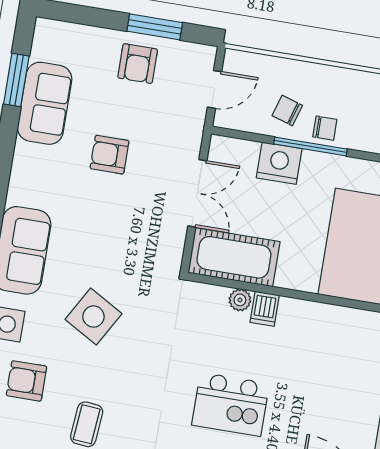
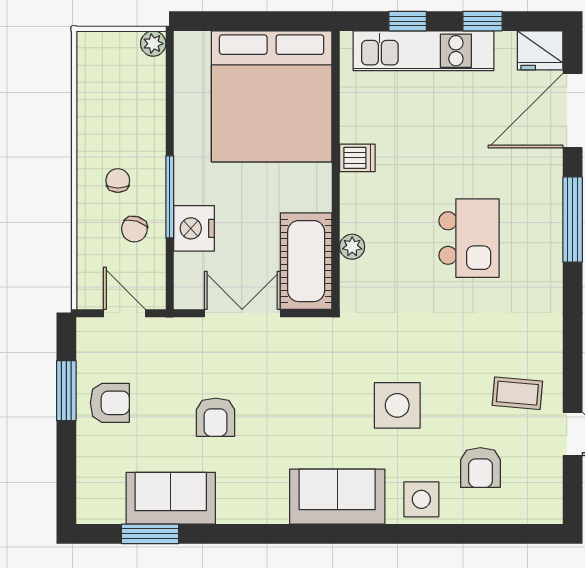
chair: (325, 128) -> (118, 181), moved
dishwasher: (265, 309) -> (357, 158), moved
side table: (93, 317) -> (397, 405), turned -30

